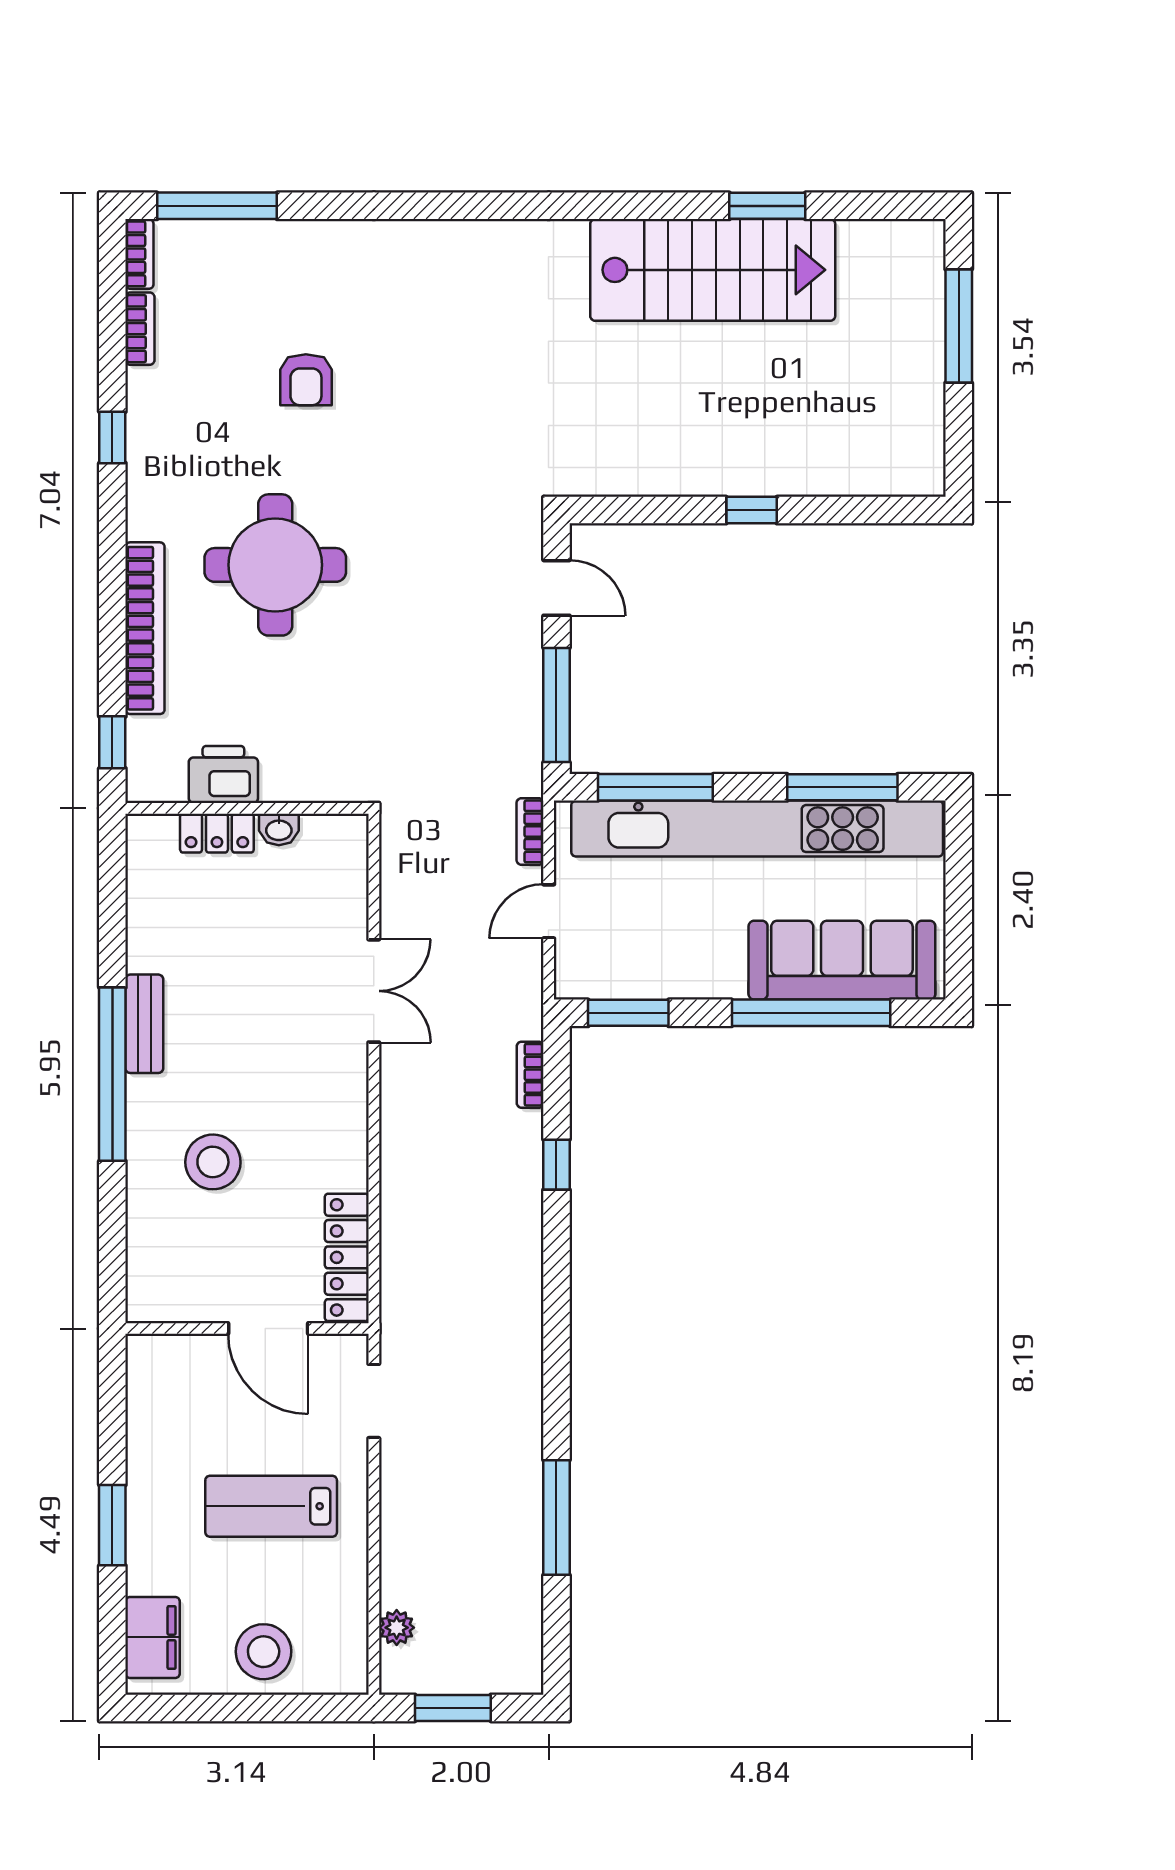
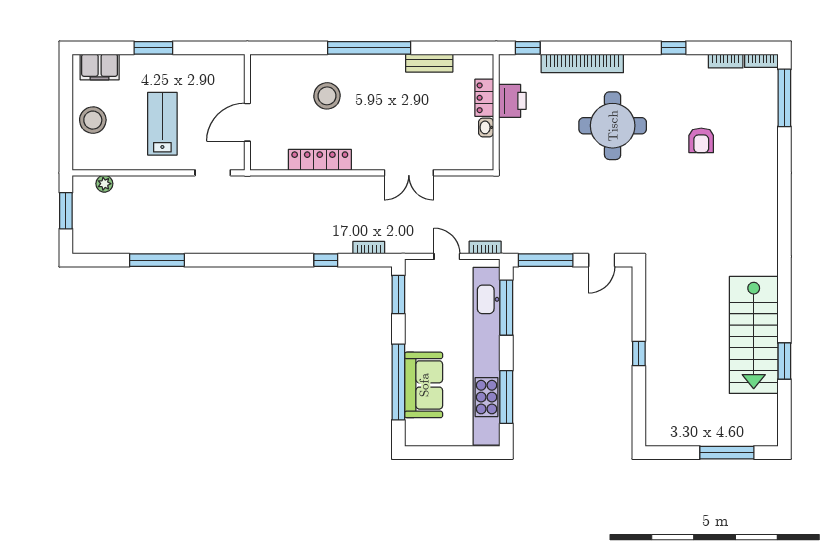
armchair: (306, 380) -> (701, 140), turned -90
sofa: (842, 960) -> (424, 385), width x0.73
bench: (144, 1024) -> (429, 63), moved
locker: (347, 1257) -> (320, 160), moved

